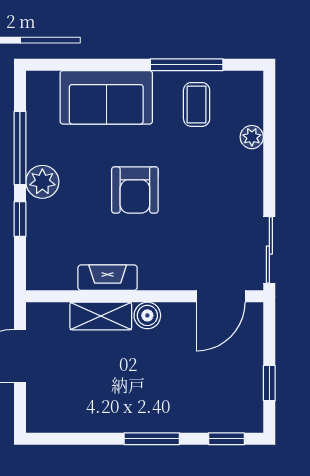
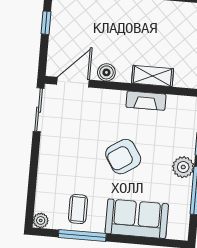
plant: (252, 137) -> (41, 220), moved
armchair: (135, 190) -> (123, 157), turned -123
boiler: (147, 315) -> (106, 72), moved

